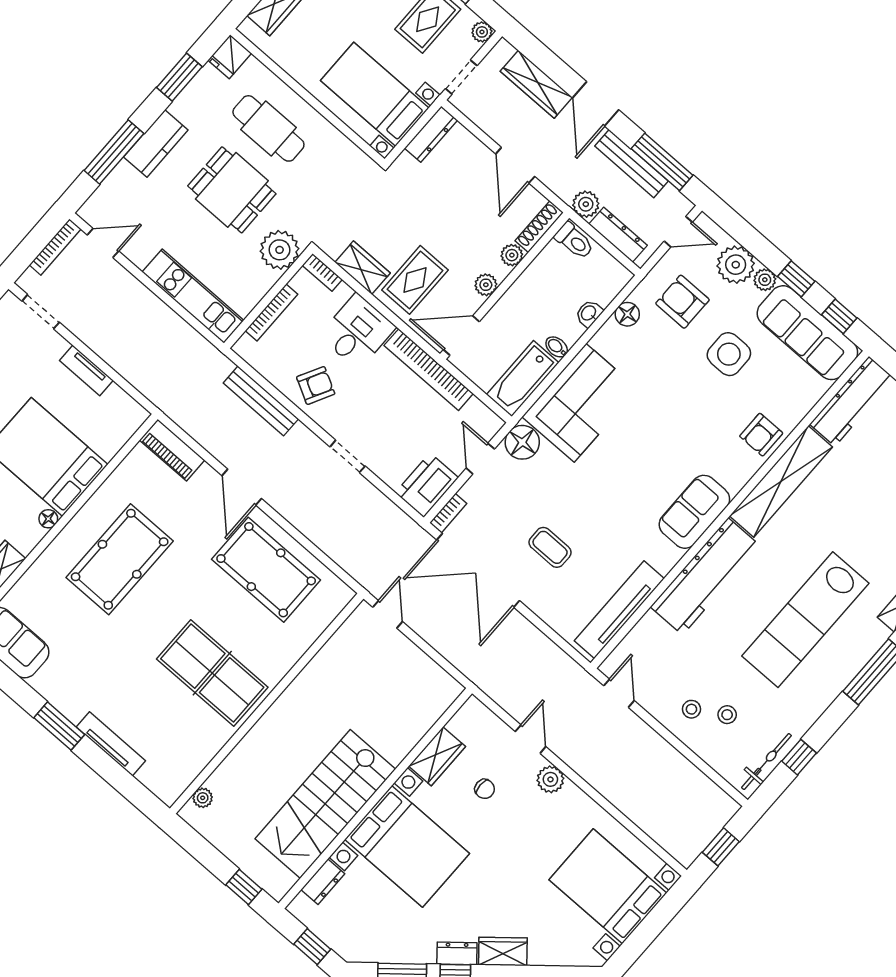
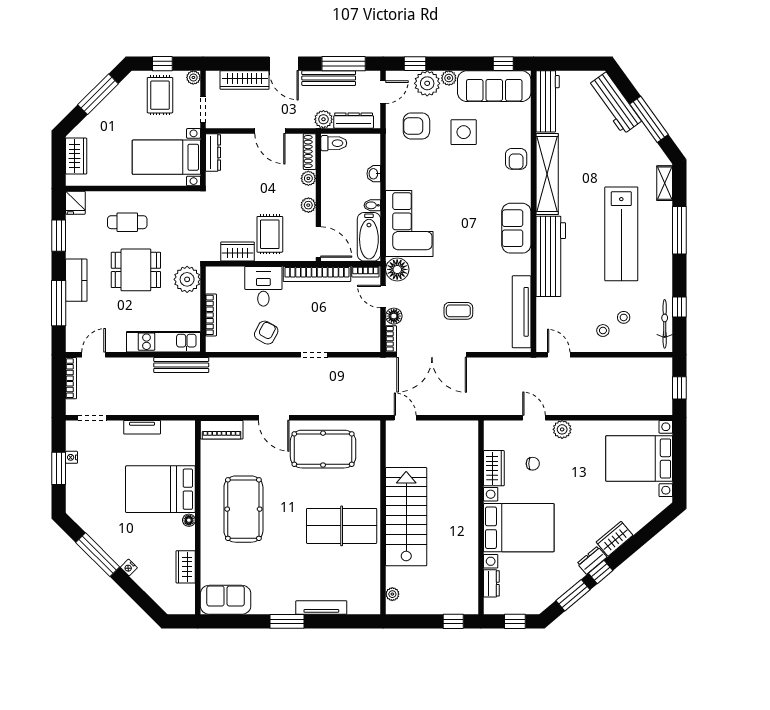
cafe table: (268, 128) -> (127, 222), width x0.73, depth x0.74
bookcase: (322, 272) -> (365, 272), moved
window: (796, 279) -> (415, 64), moved
floor lamp: (627, 314) -> (394, 316), moved
door: (461, 336) -> (318, 242), swing flipped
bench: (261, 401) -> (181, 365), moved
printer: (427, 485) -> (367, 334), removed
stairs: (325, 804) -> (406, 517), moved, turned 180

